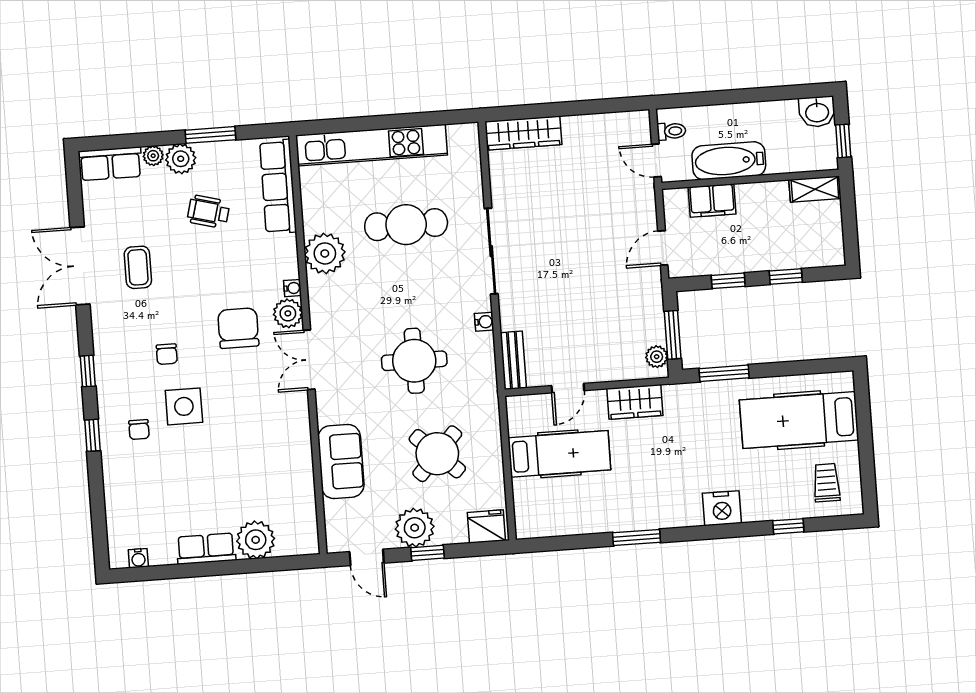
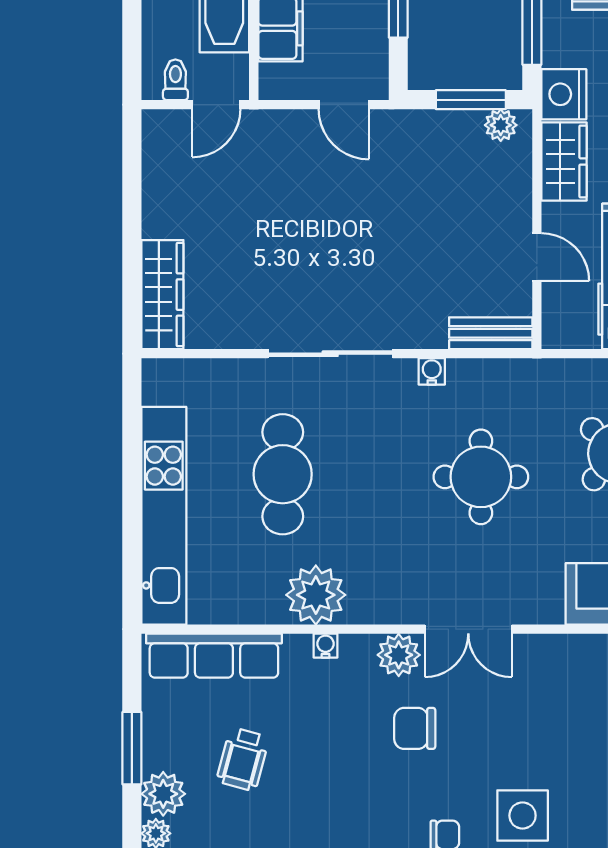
water cooler: (292, 288) -> (325, 646), moved
chair: (238, 328) -> (415, 728), width x0.73, depth x0.73
nightstand: (681, 398) -> (564, 94), added

